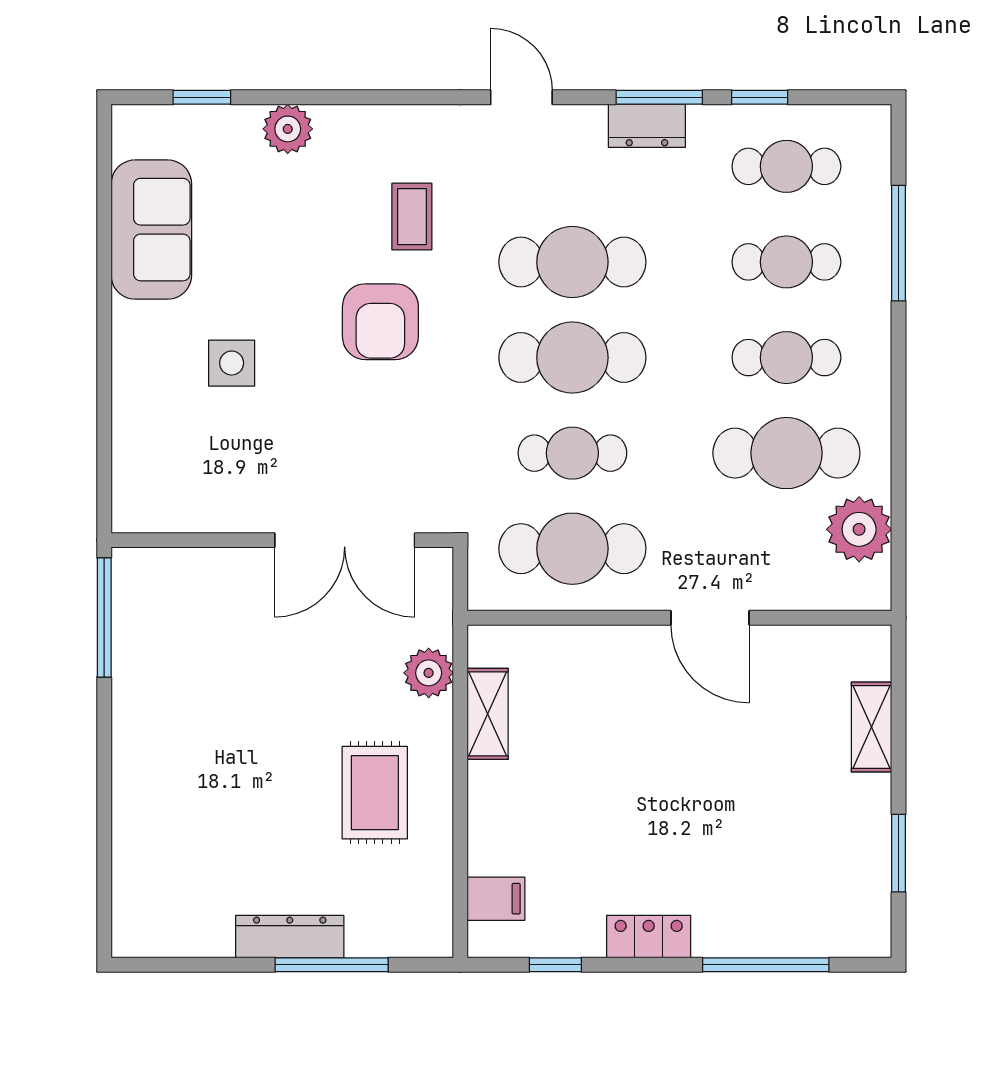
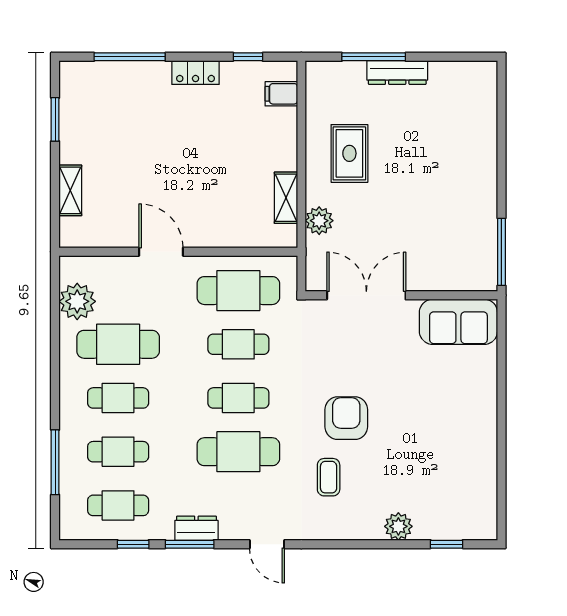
sofa: (151, 230) -> (458, 322), moved, turned -90
cafe table: (572, 358) -> (238, 398), width x0.73, depth x0.74
side table: (232, 363) -> (430, 395), removed

